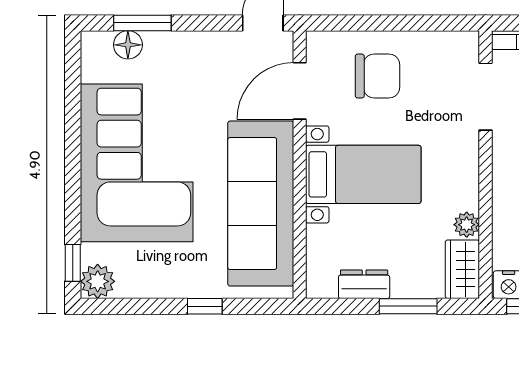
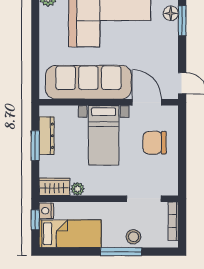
chair: (377, 76) -> (155, 143), turned 90
dresser: (364, 284) -> (47, 136), width x1.44
window: (205, 306) -> (35, 53), removed
window: (408, 306) -> (35, 146), moved

